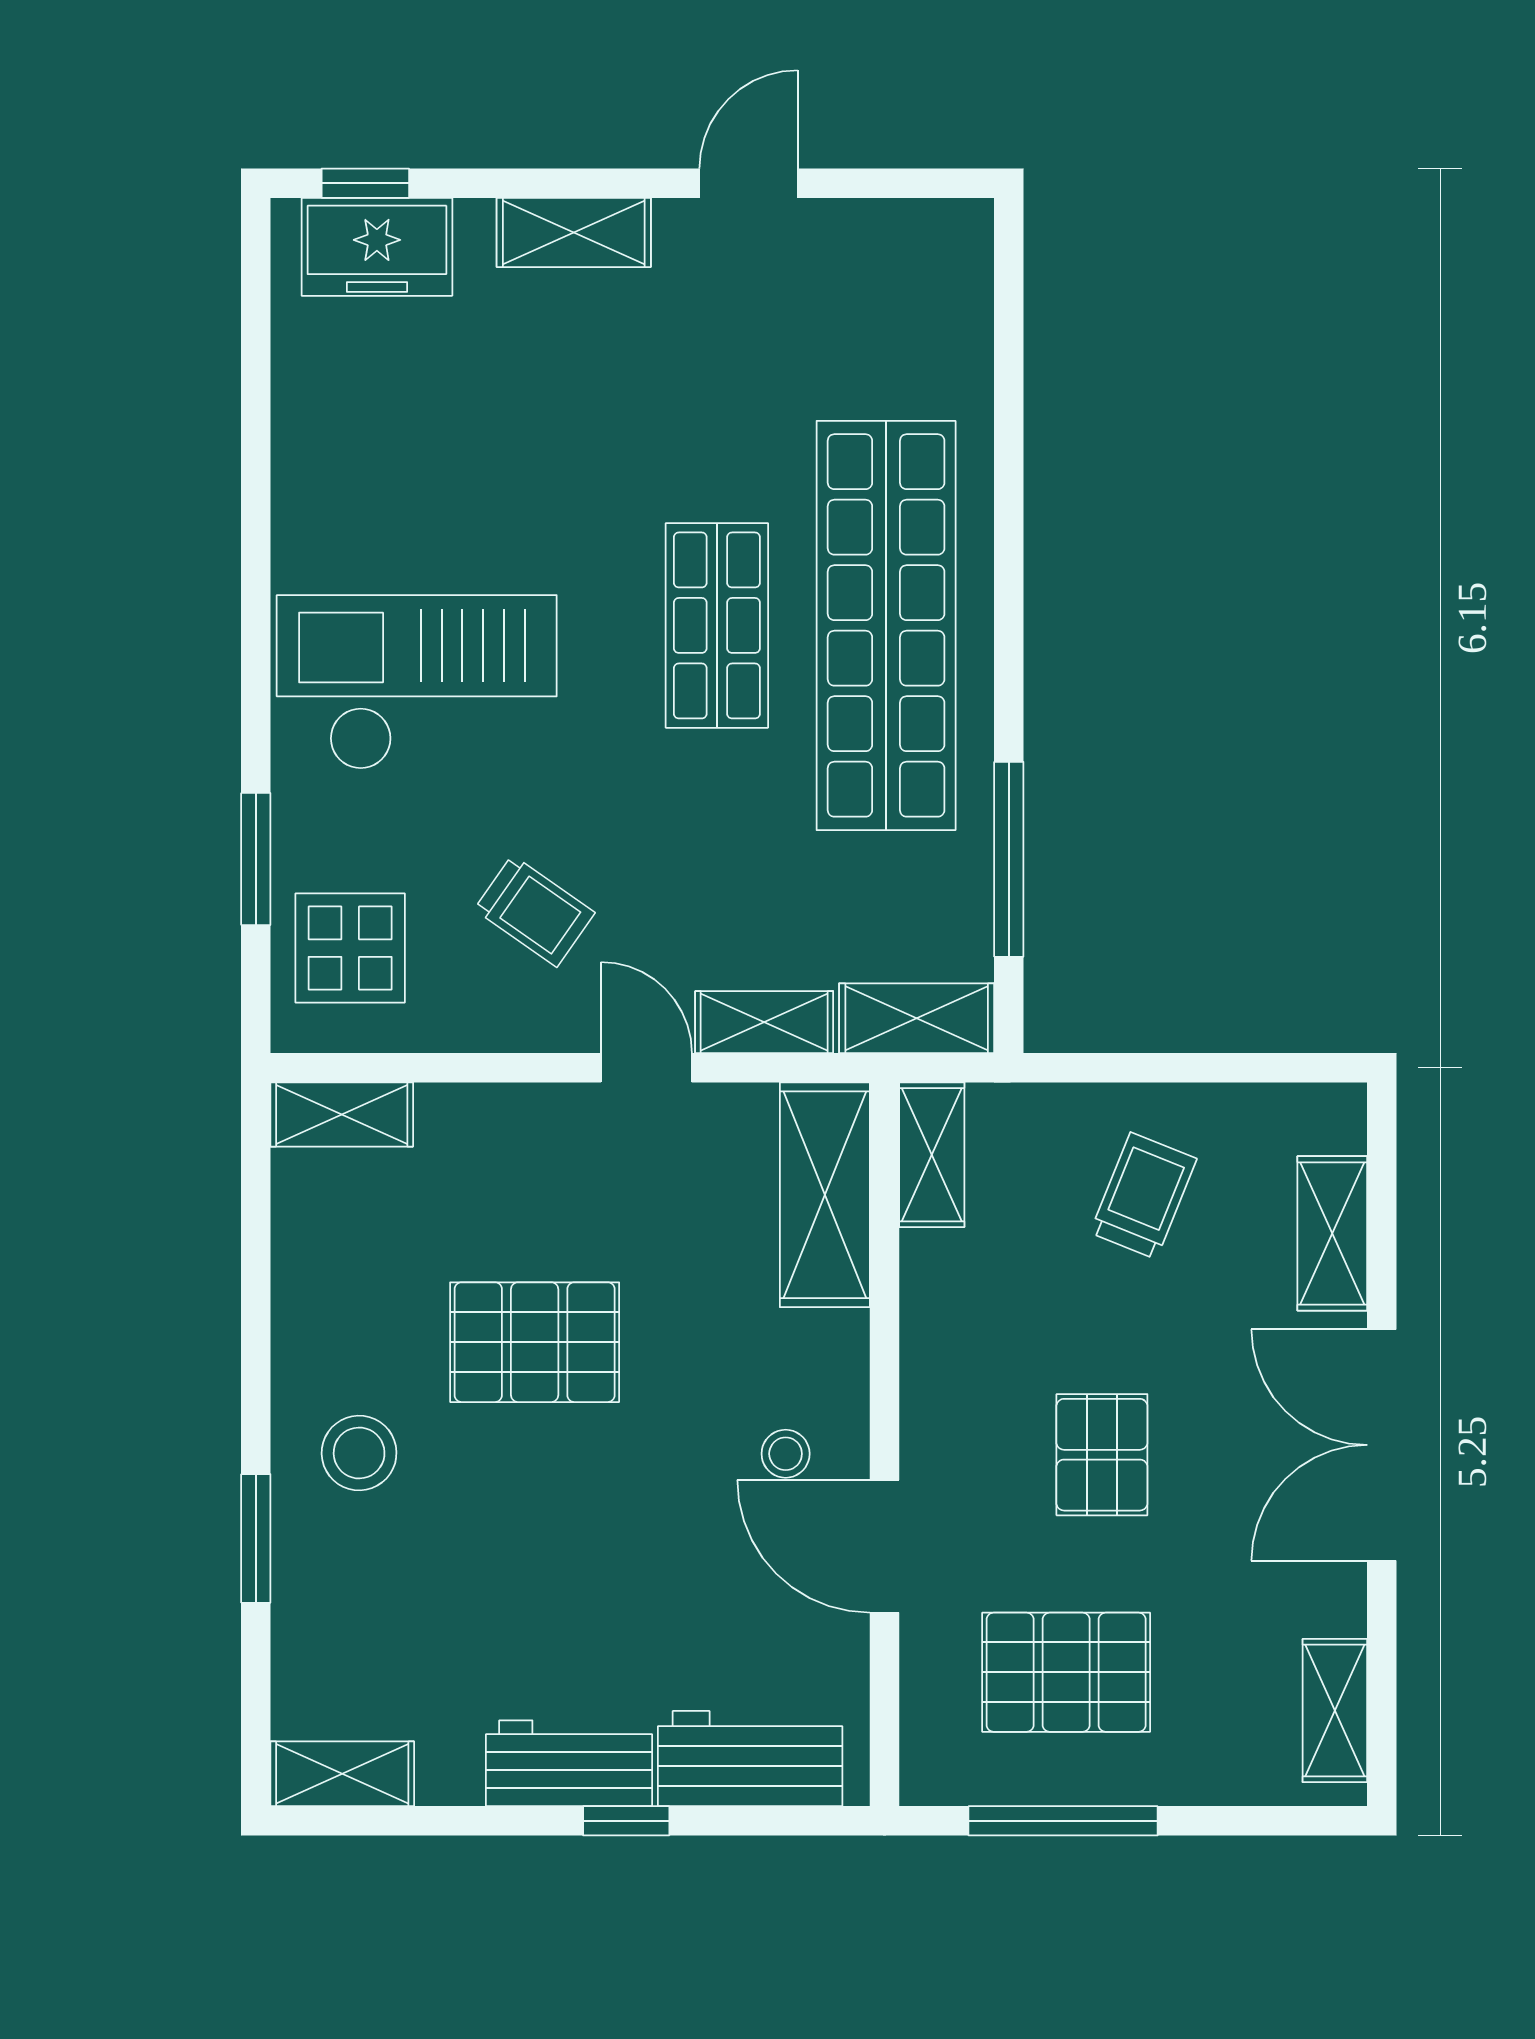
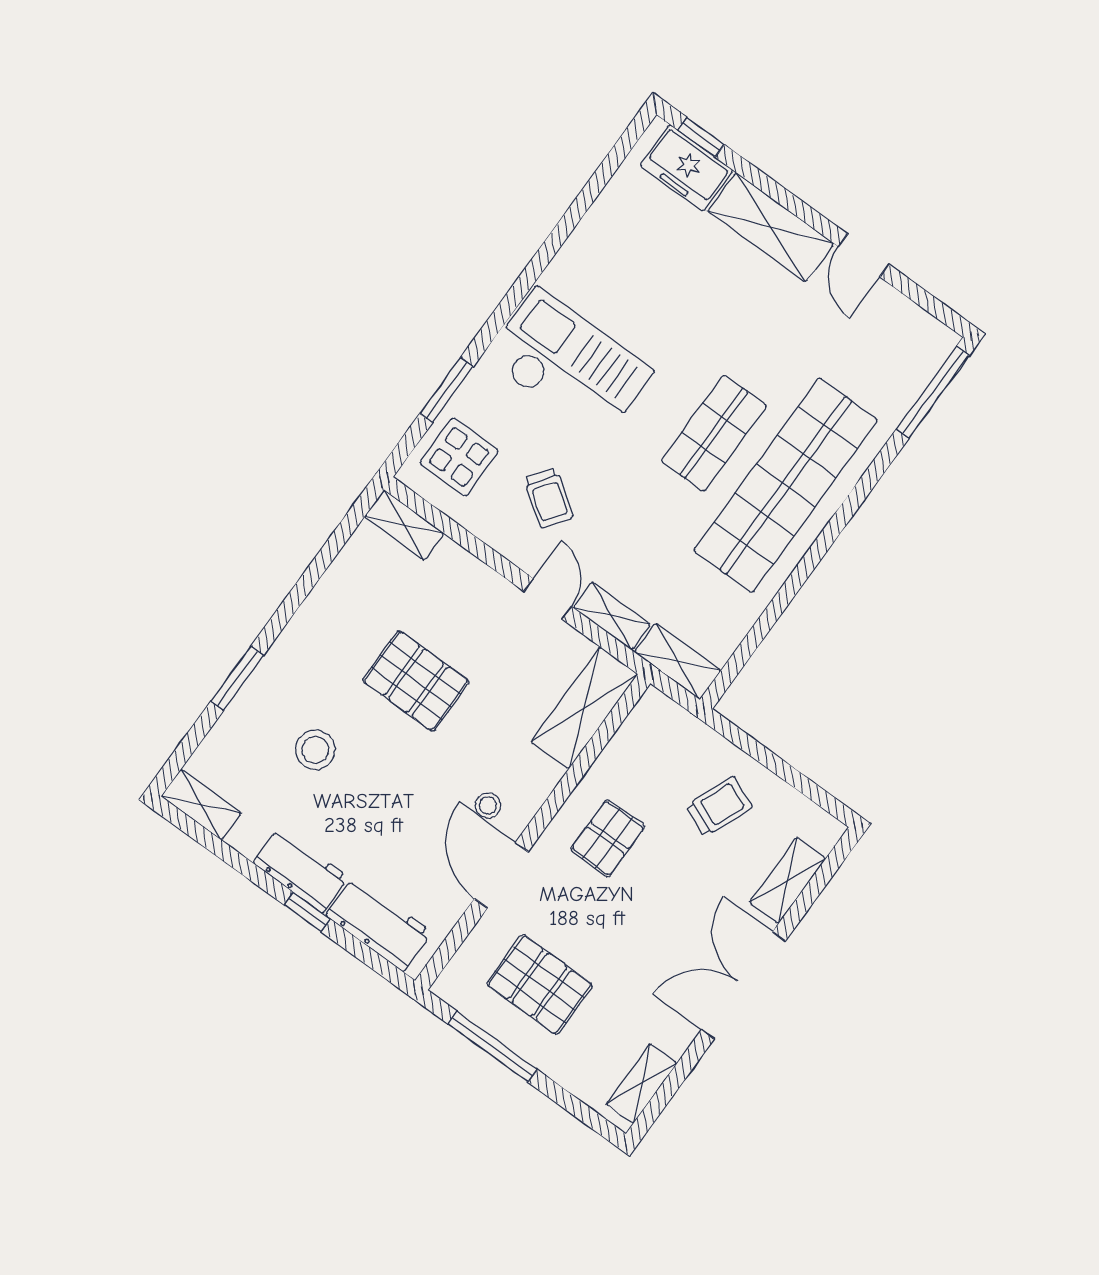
door: (749, 183) -> (864, 255), swing flipped
shelving: (574, 232) -> (771, 227), width x1.50, depth x1.33
window: (1009, 859) -> (933, 392), moved
shelving: (932, 1155) -> (642, 724), removed
stool: (359, 1453) -> (315, 750), moved
pallet: (1102, 1455) -> (608, 838), moved

